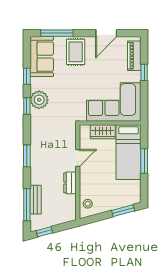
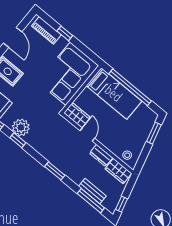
wardrobe: (103, 132) -> (77, 115), moved, turned -90
window: (144, 161) -> (130, 87), width x2.11
wardrobe: (69, 207) -> (118, 171), added

